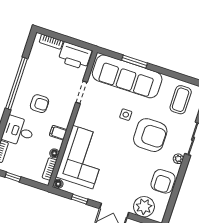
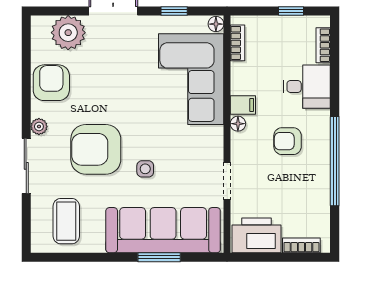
floor lamp: (54, 153) -> (238, 124), moved

